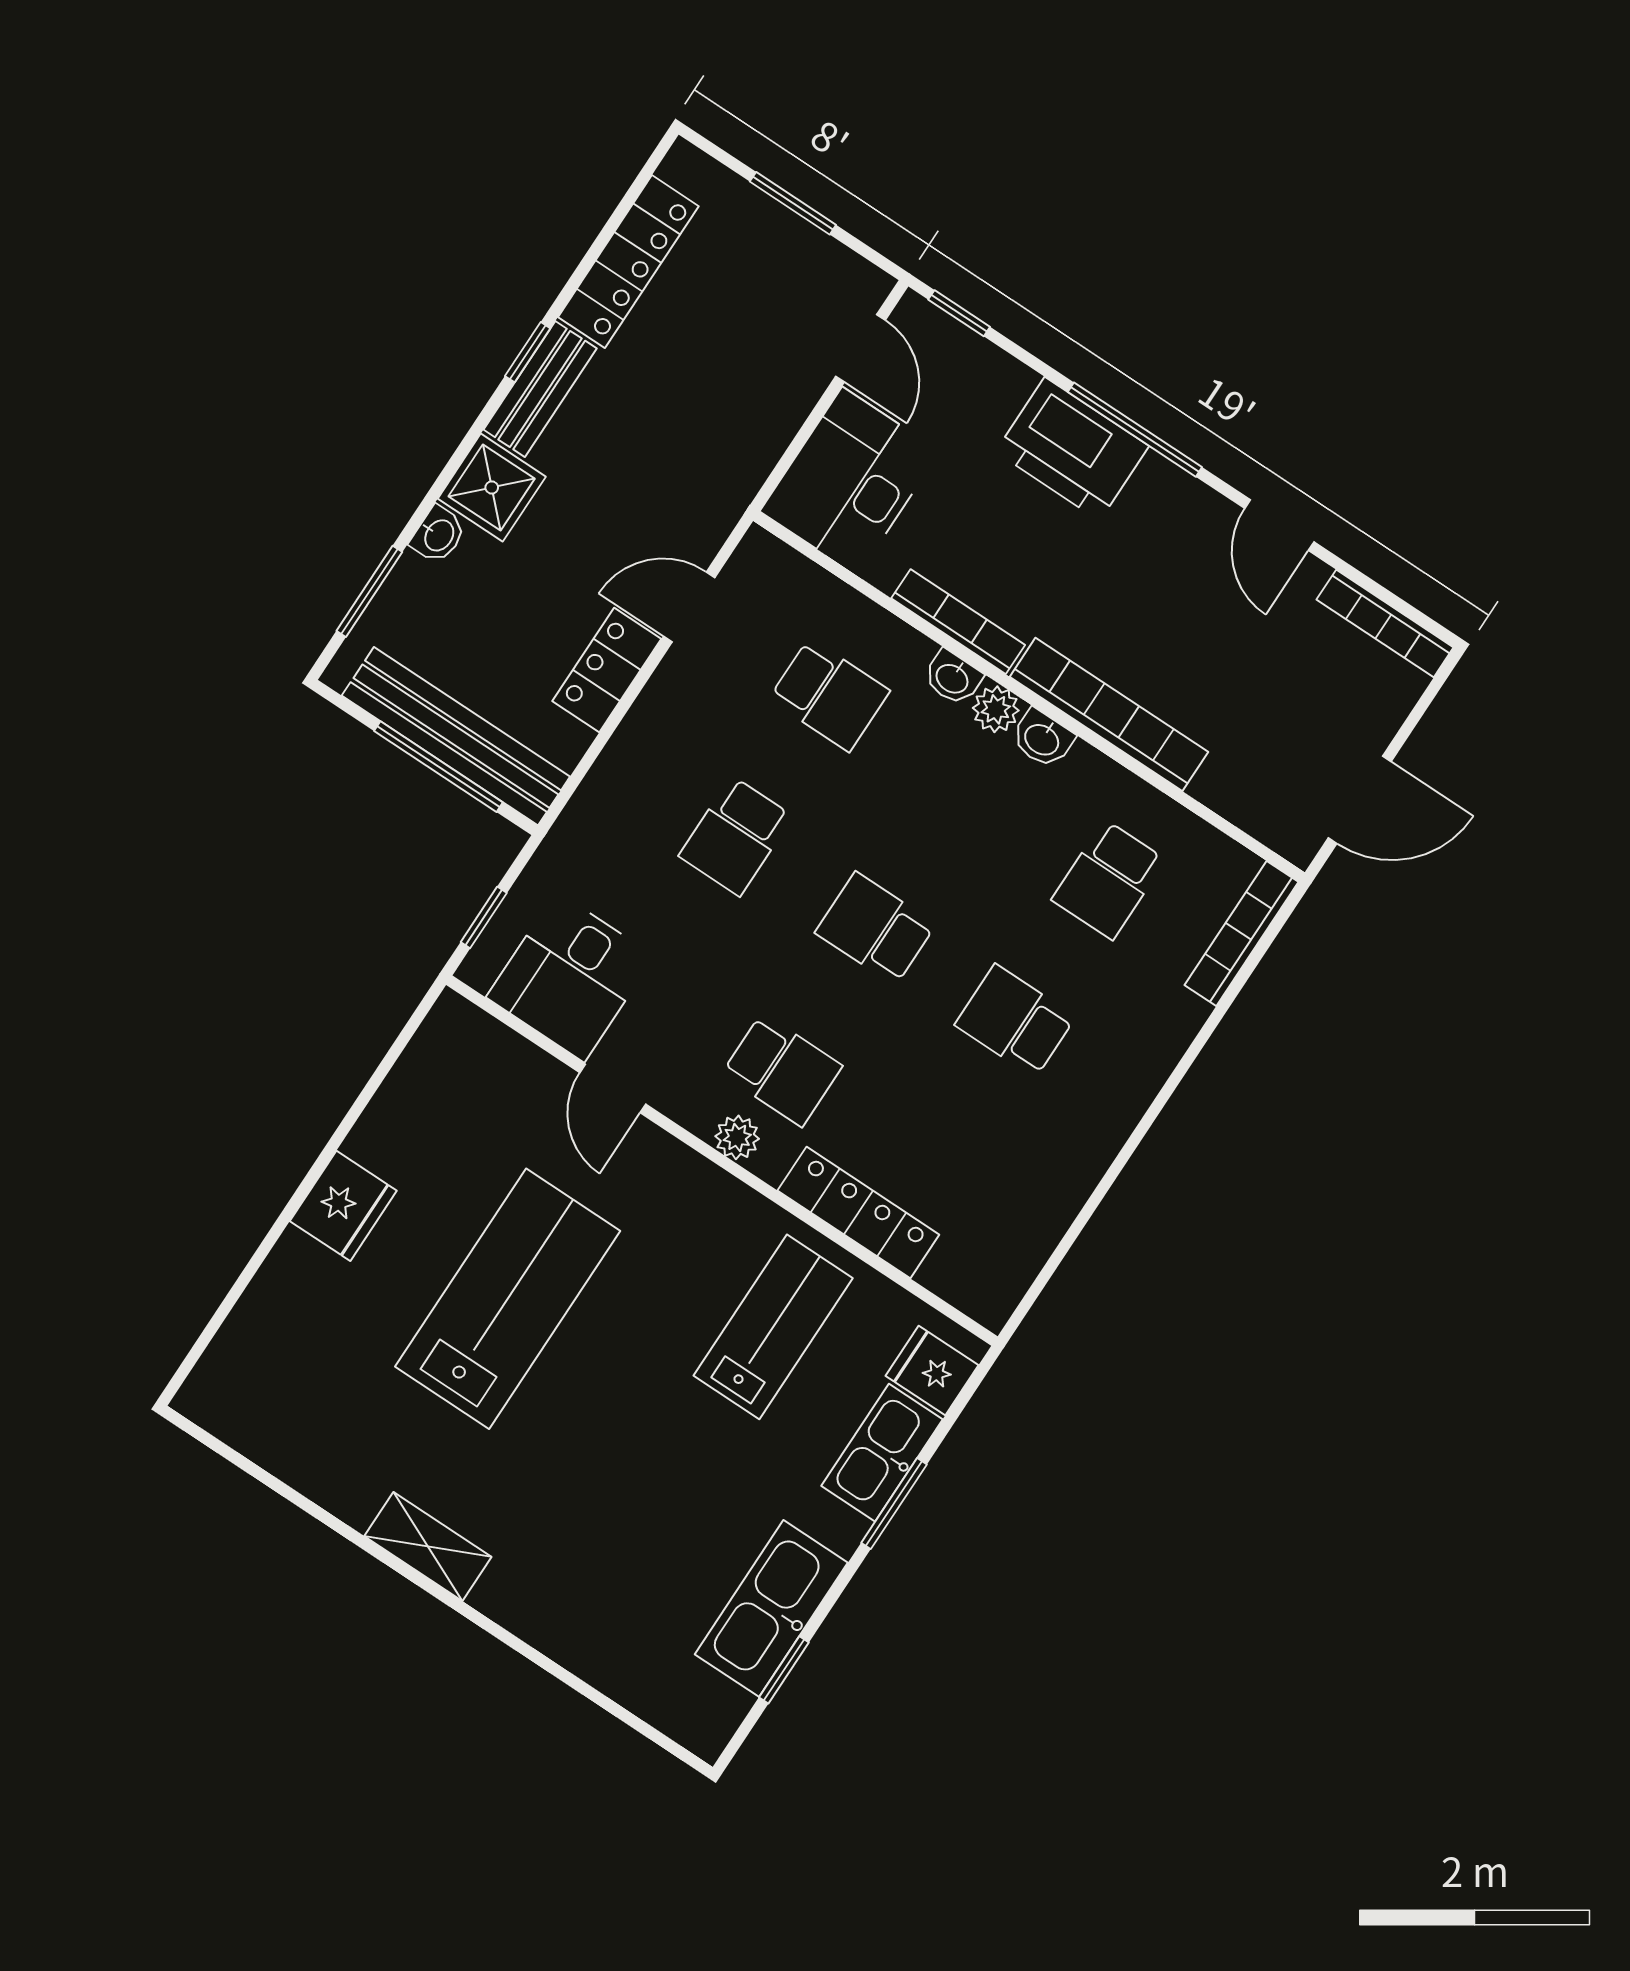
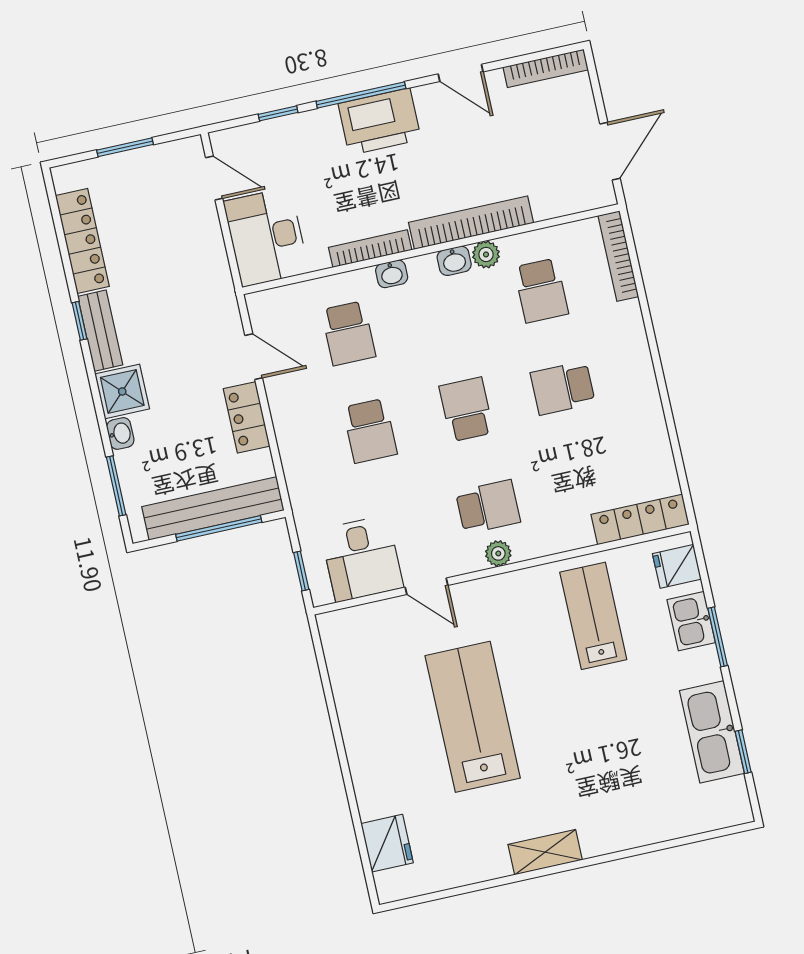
window: (959, 313) -> (278, 113), moved
printer: (1072, 449) -> (380, 122), moved
door: (689, 607) -> (254, 357), swing flipped
school desk: (829, 695) -> (348, 333), turned 90
plant: (996, 709) -> (486, 254), moved
school desk: (875, 929) -> (466, 409), turned 90
fridge: (343, 1206) -> (387, 843), moved
locker: (858, 1213) -> (640, 519), moved
kitchen sink: (882, 1453) -> (691, 621), width x0.73

